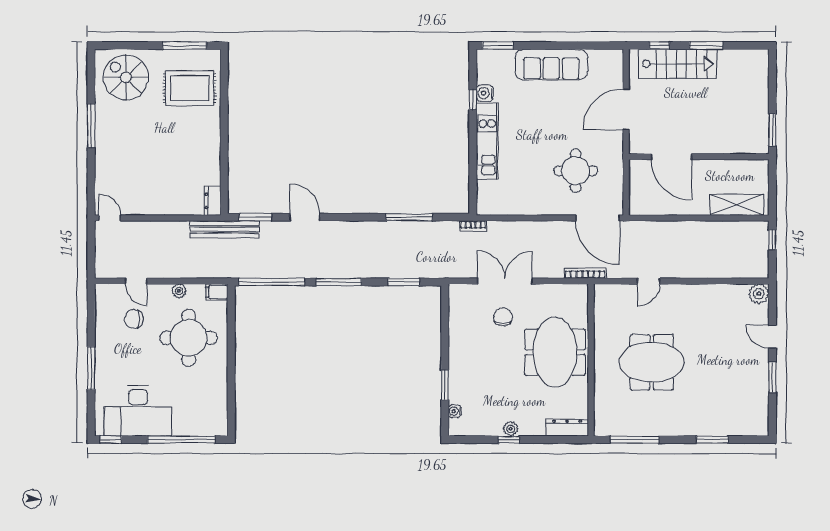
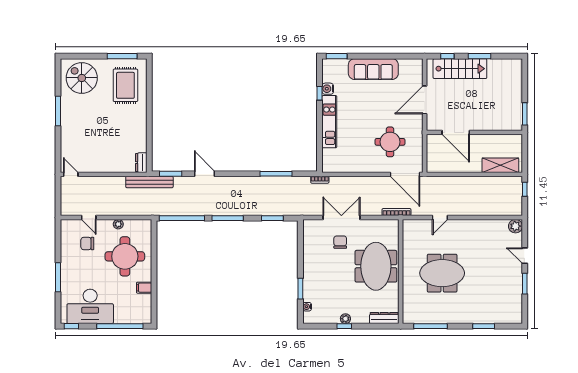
rug: (190, 88) -> (125, 85), turned 90
filing cabinet: (217, 292) -> (144, 288), moved

